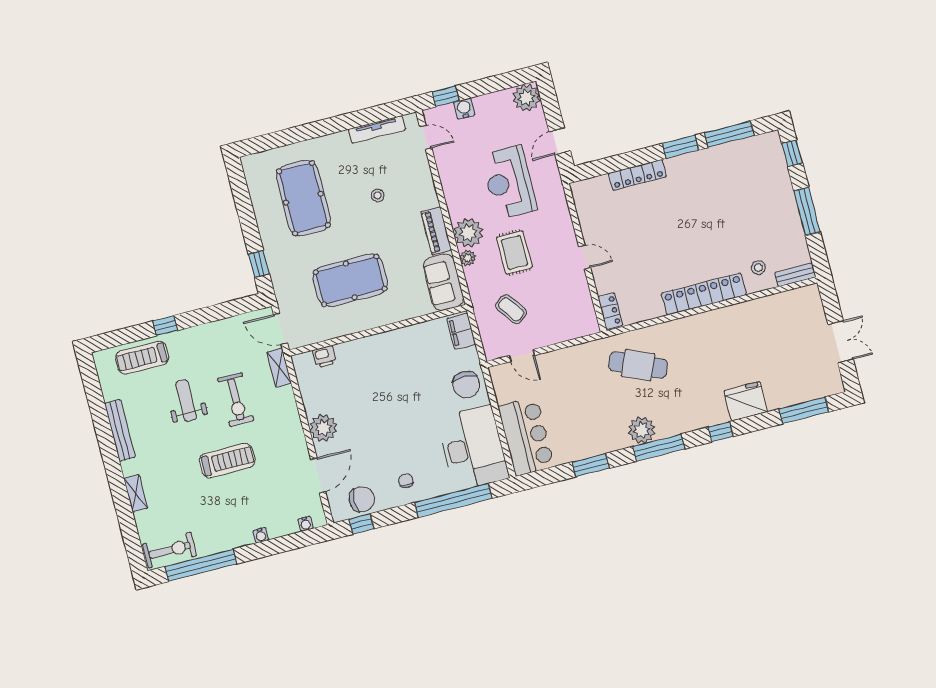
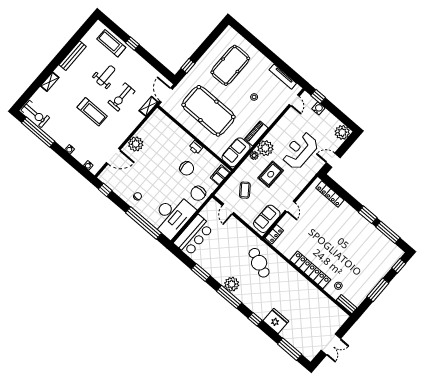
locker: (637, 175) -> (330, 194), moved
pool table: (350, 280) -> (208, 111), width x1.36, depth x1.32
sofa: (579, 306) -> (267, 219), added
printer: (324, 357) -> (196, 147), moved
chair: (362, 499) -> (187, 168), moved

